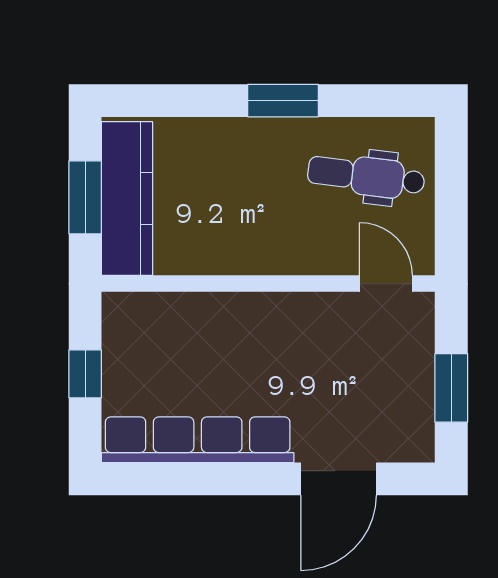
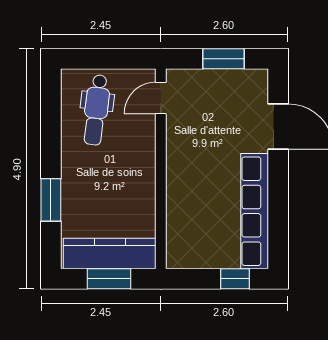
window: (283, 101) -> (51, 200), moved
window: (85, 374) -> (235, 279), moved

